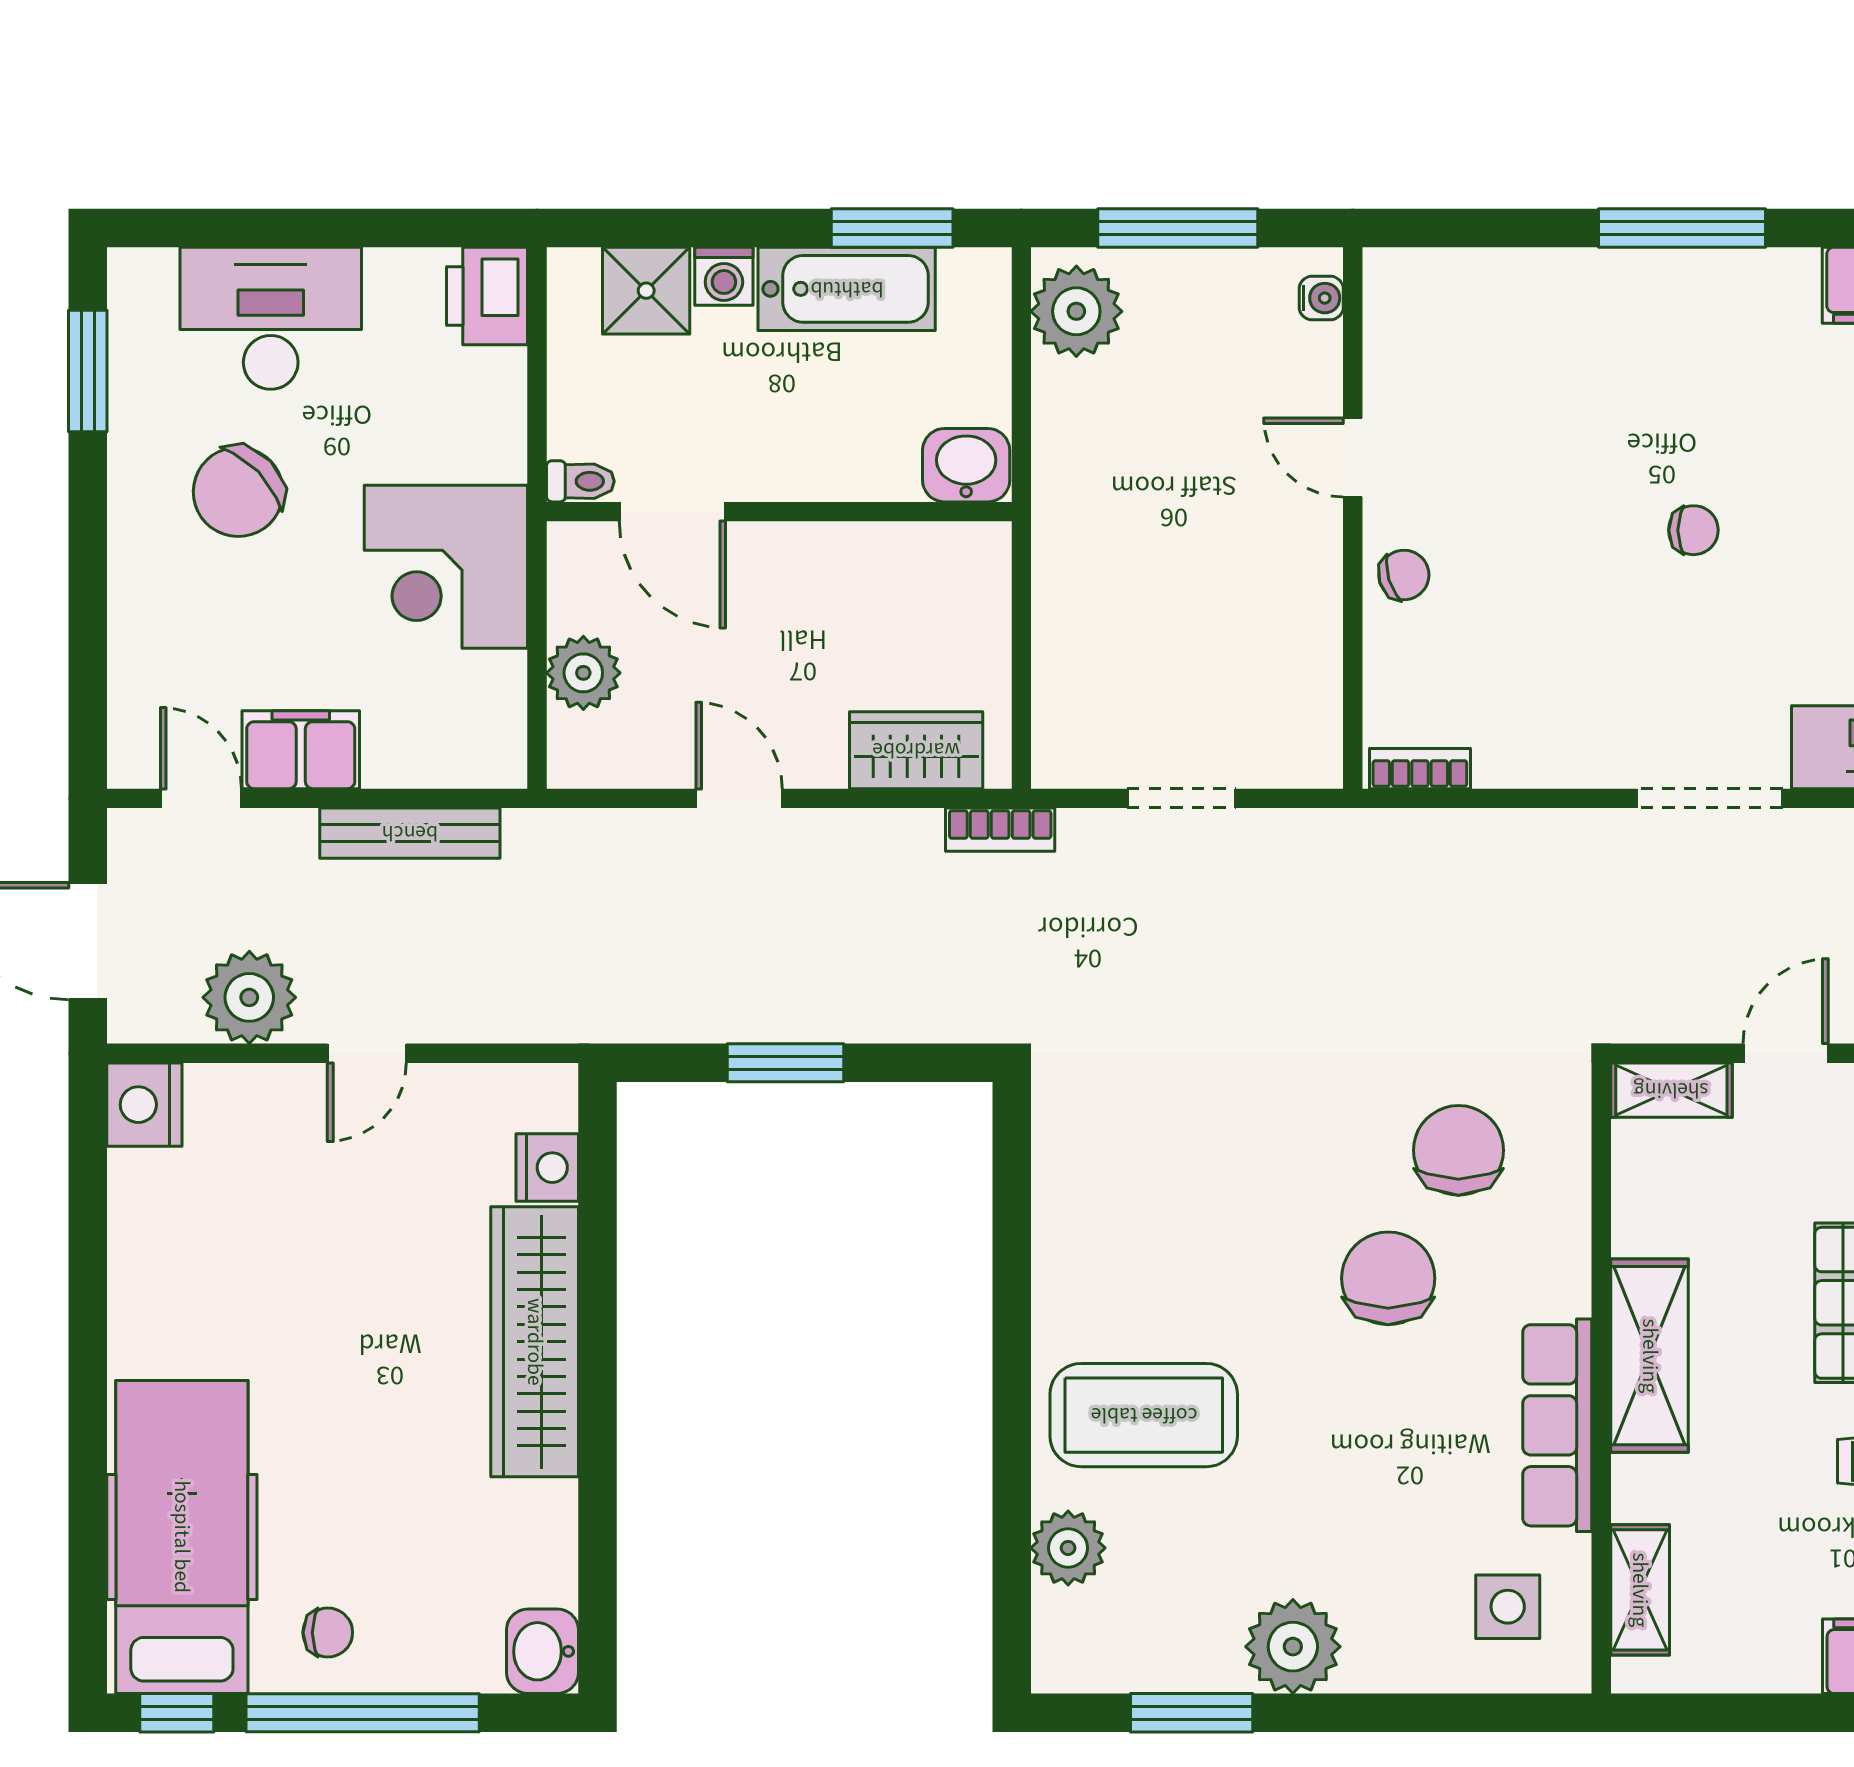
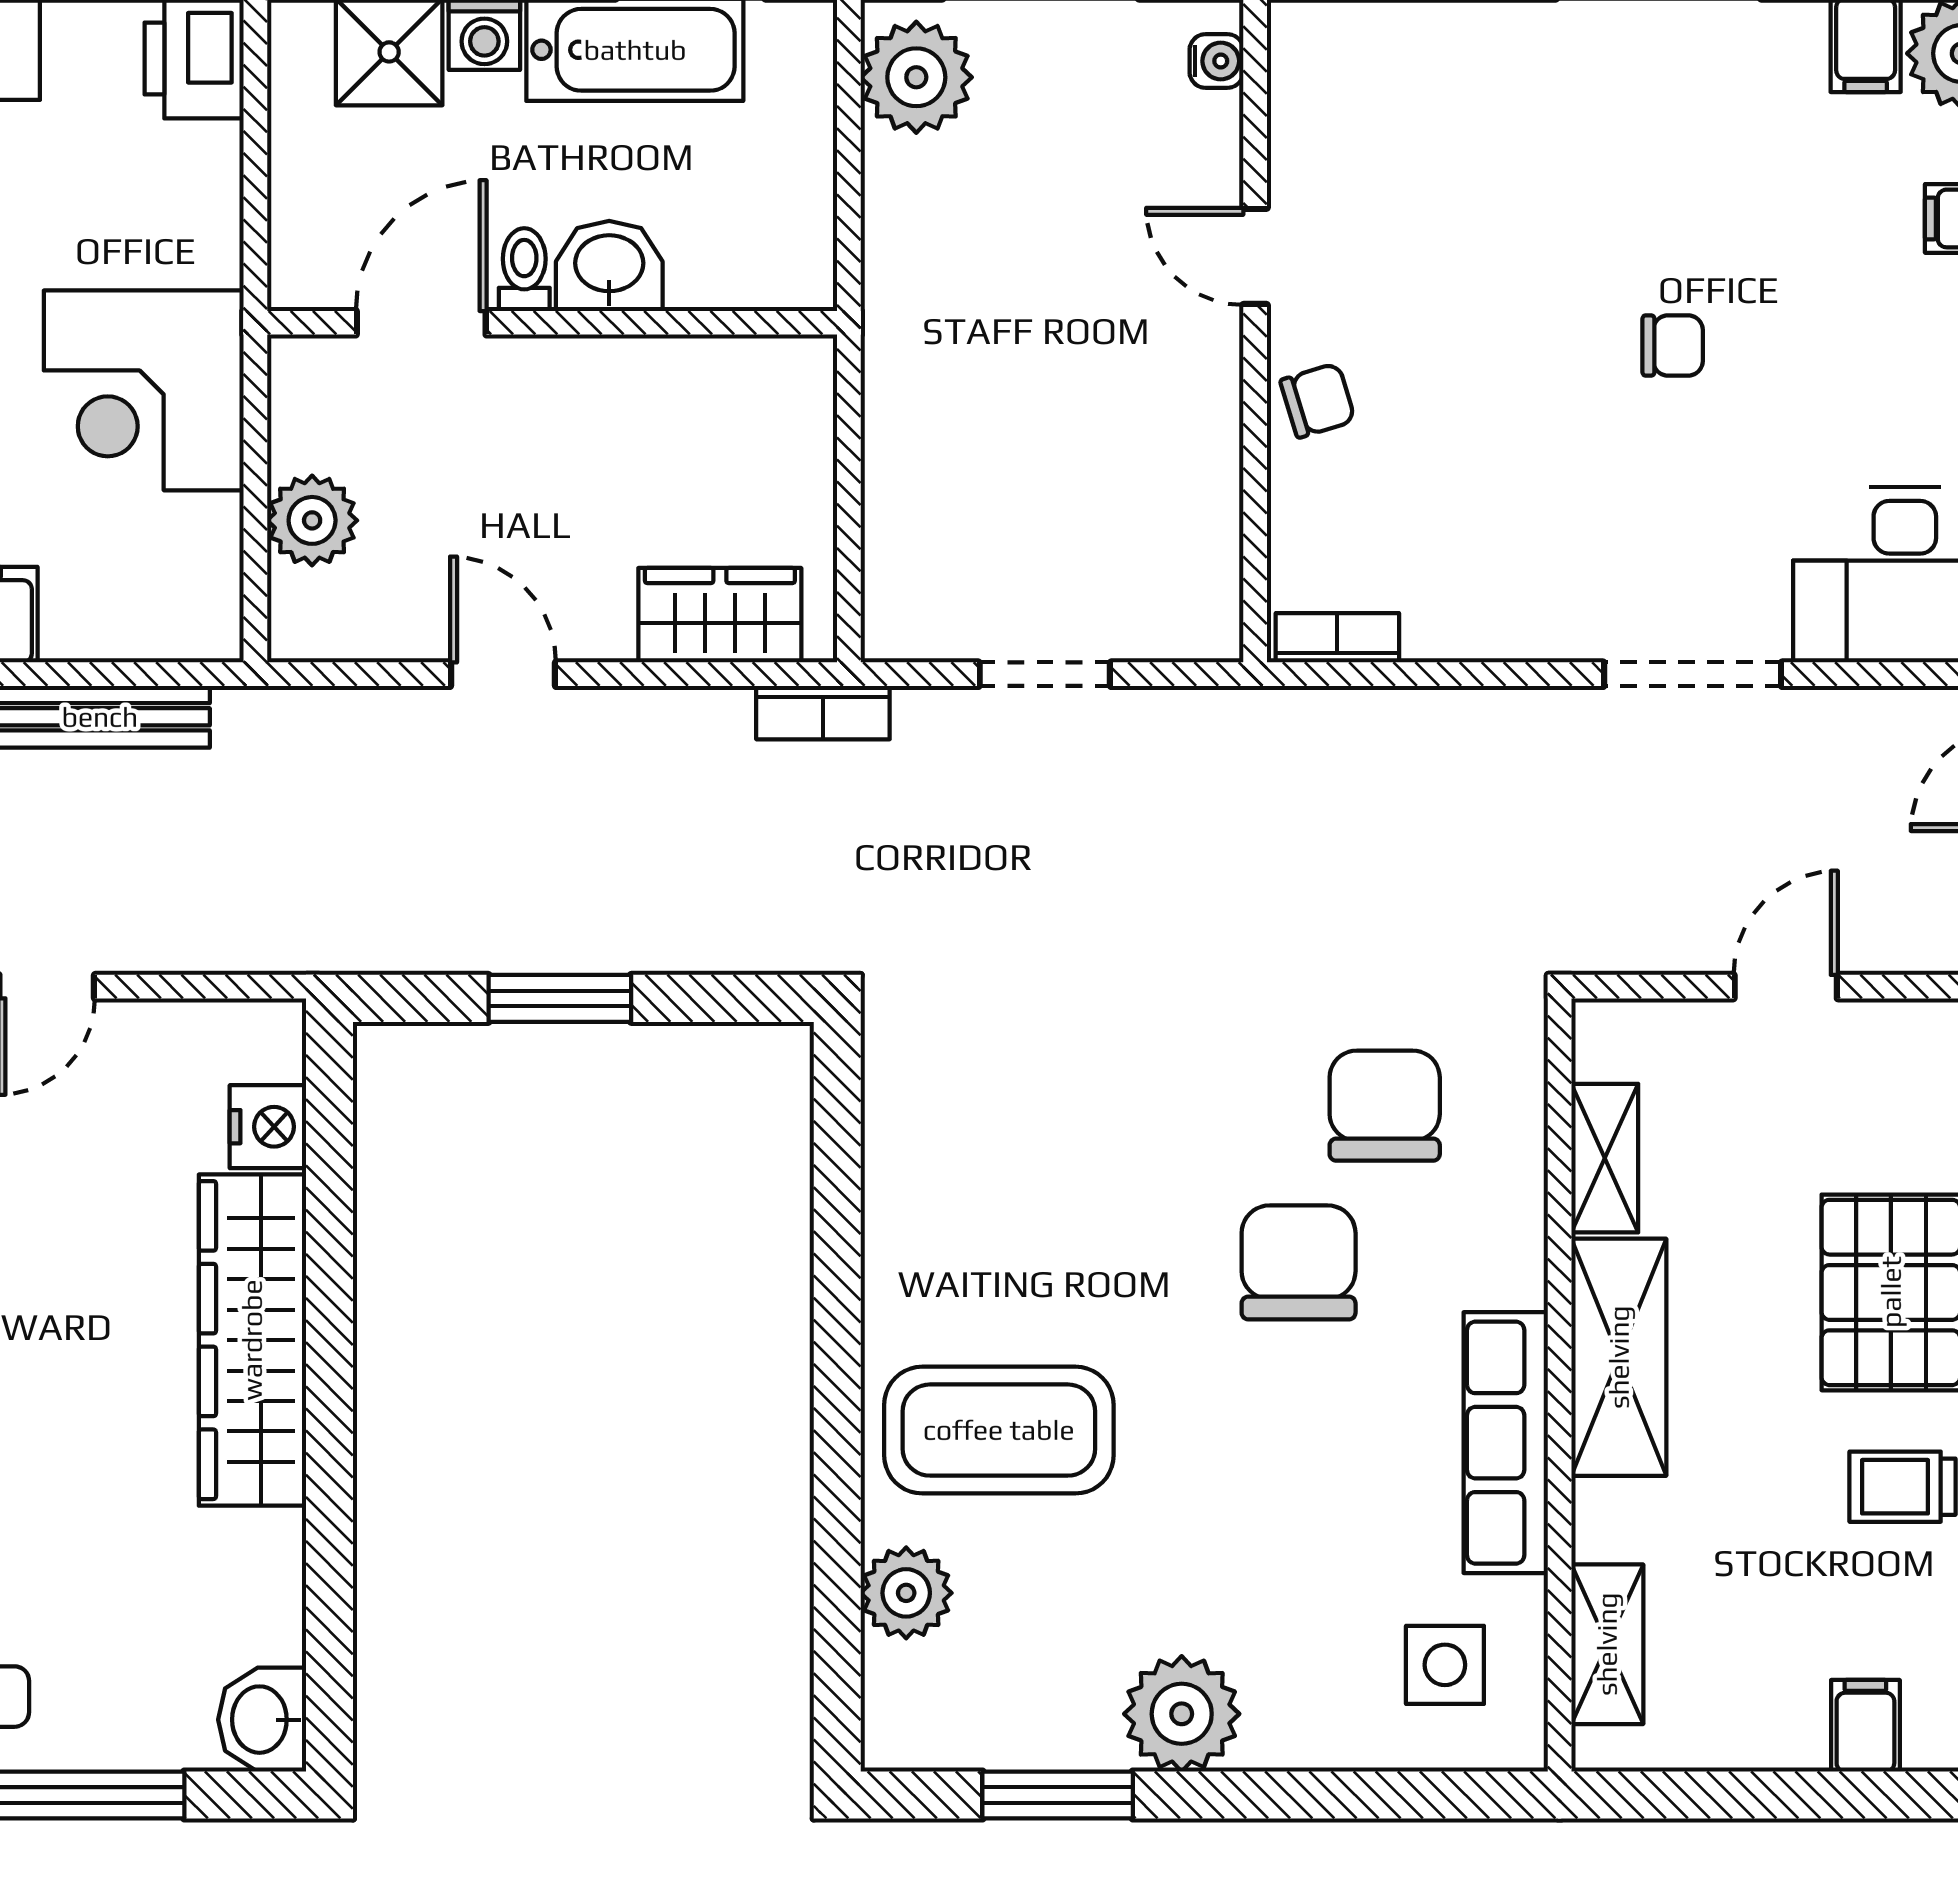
washbasin: (966, 465) -> (609, 266), moved
toilet: (580, 481) -> (524, 270), moved, turned -90
door: (672, 512) -> (421, 323), swing flipped
shelving: (1671, 1090) -> (1605, 1158), moved, turned 90

